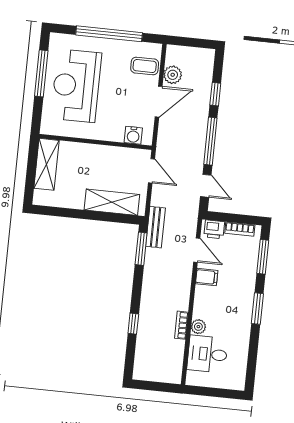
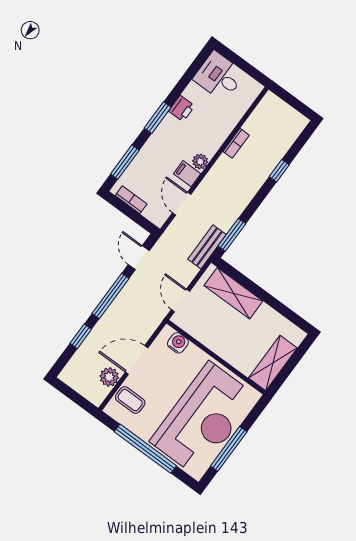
reception desk: (76, 86) -> (203, 419), width x1.36, depth x1.30
printer: (214, 229) -> (182, 108), moved, turned 90
plant: (198, 327) -> (200, 162), moved
desk: (207, 354) -> (219, 76), moved, turned 180

